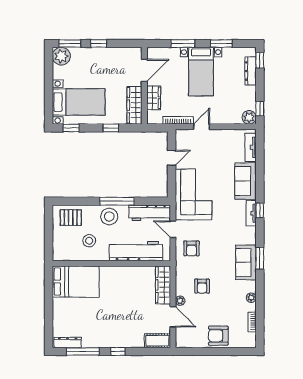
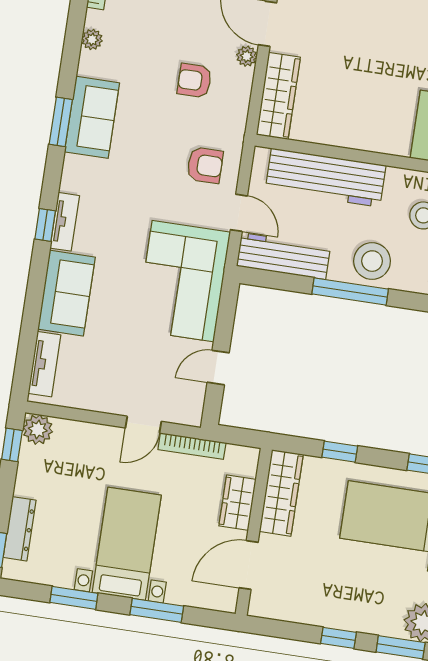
armchair: (191, 248) -> (205, 165), turned 90
armchair: (202, 286) -> (194, 81), turned -90

